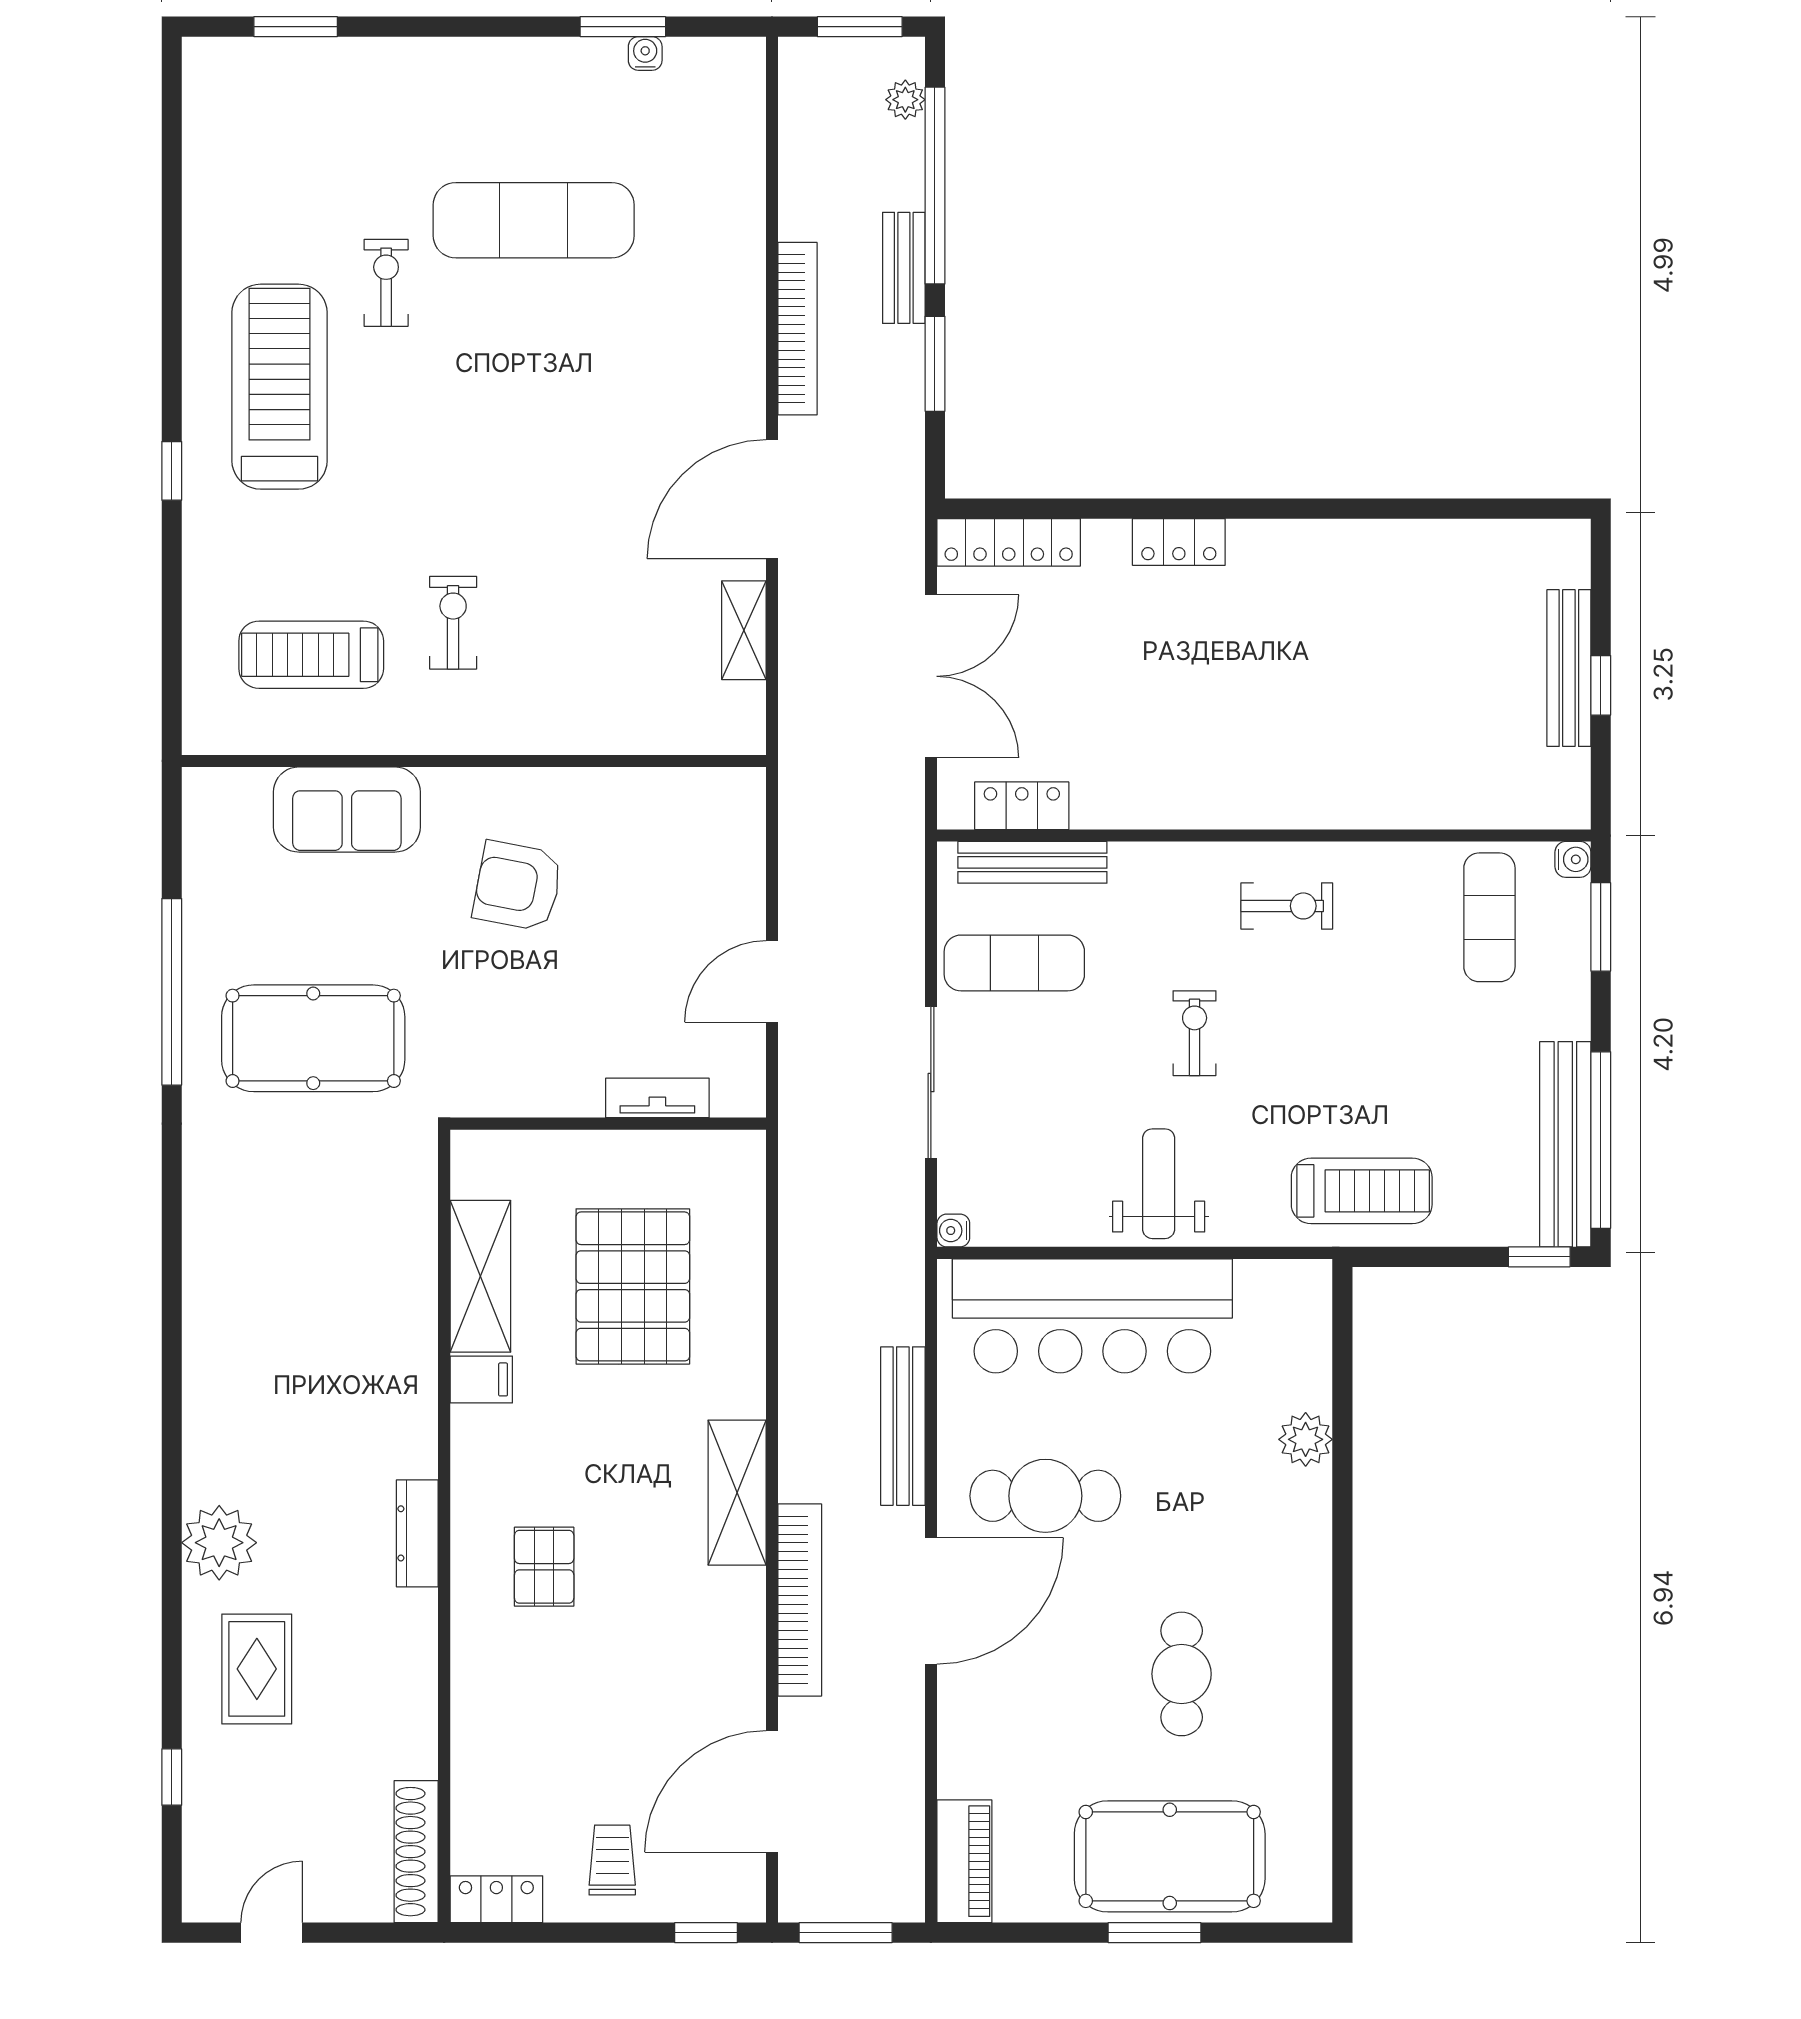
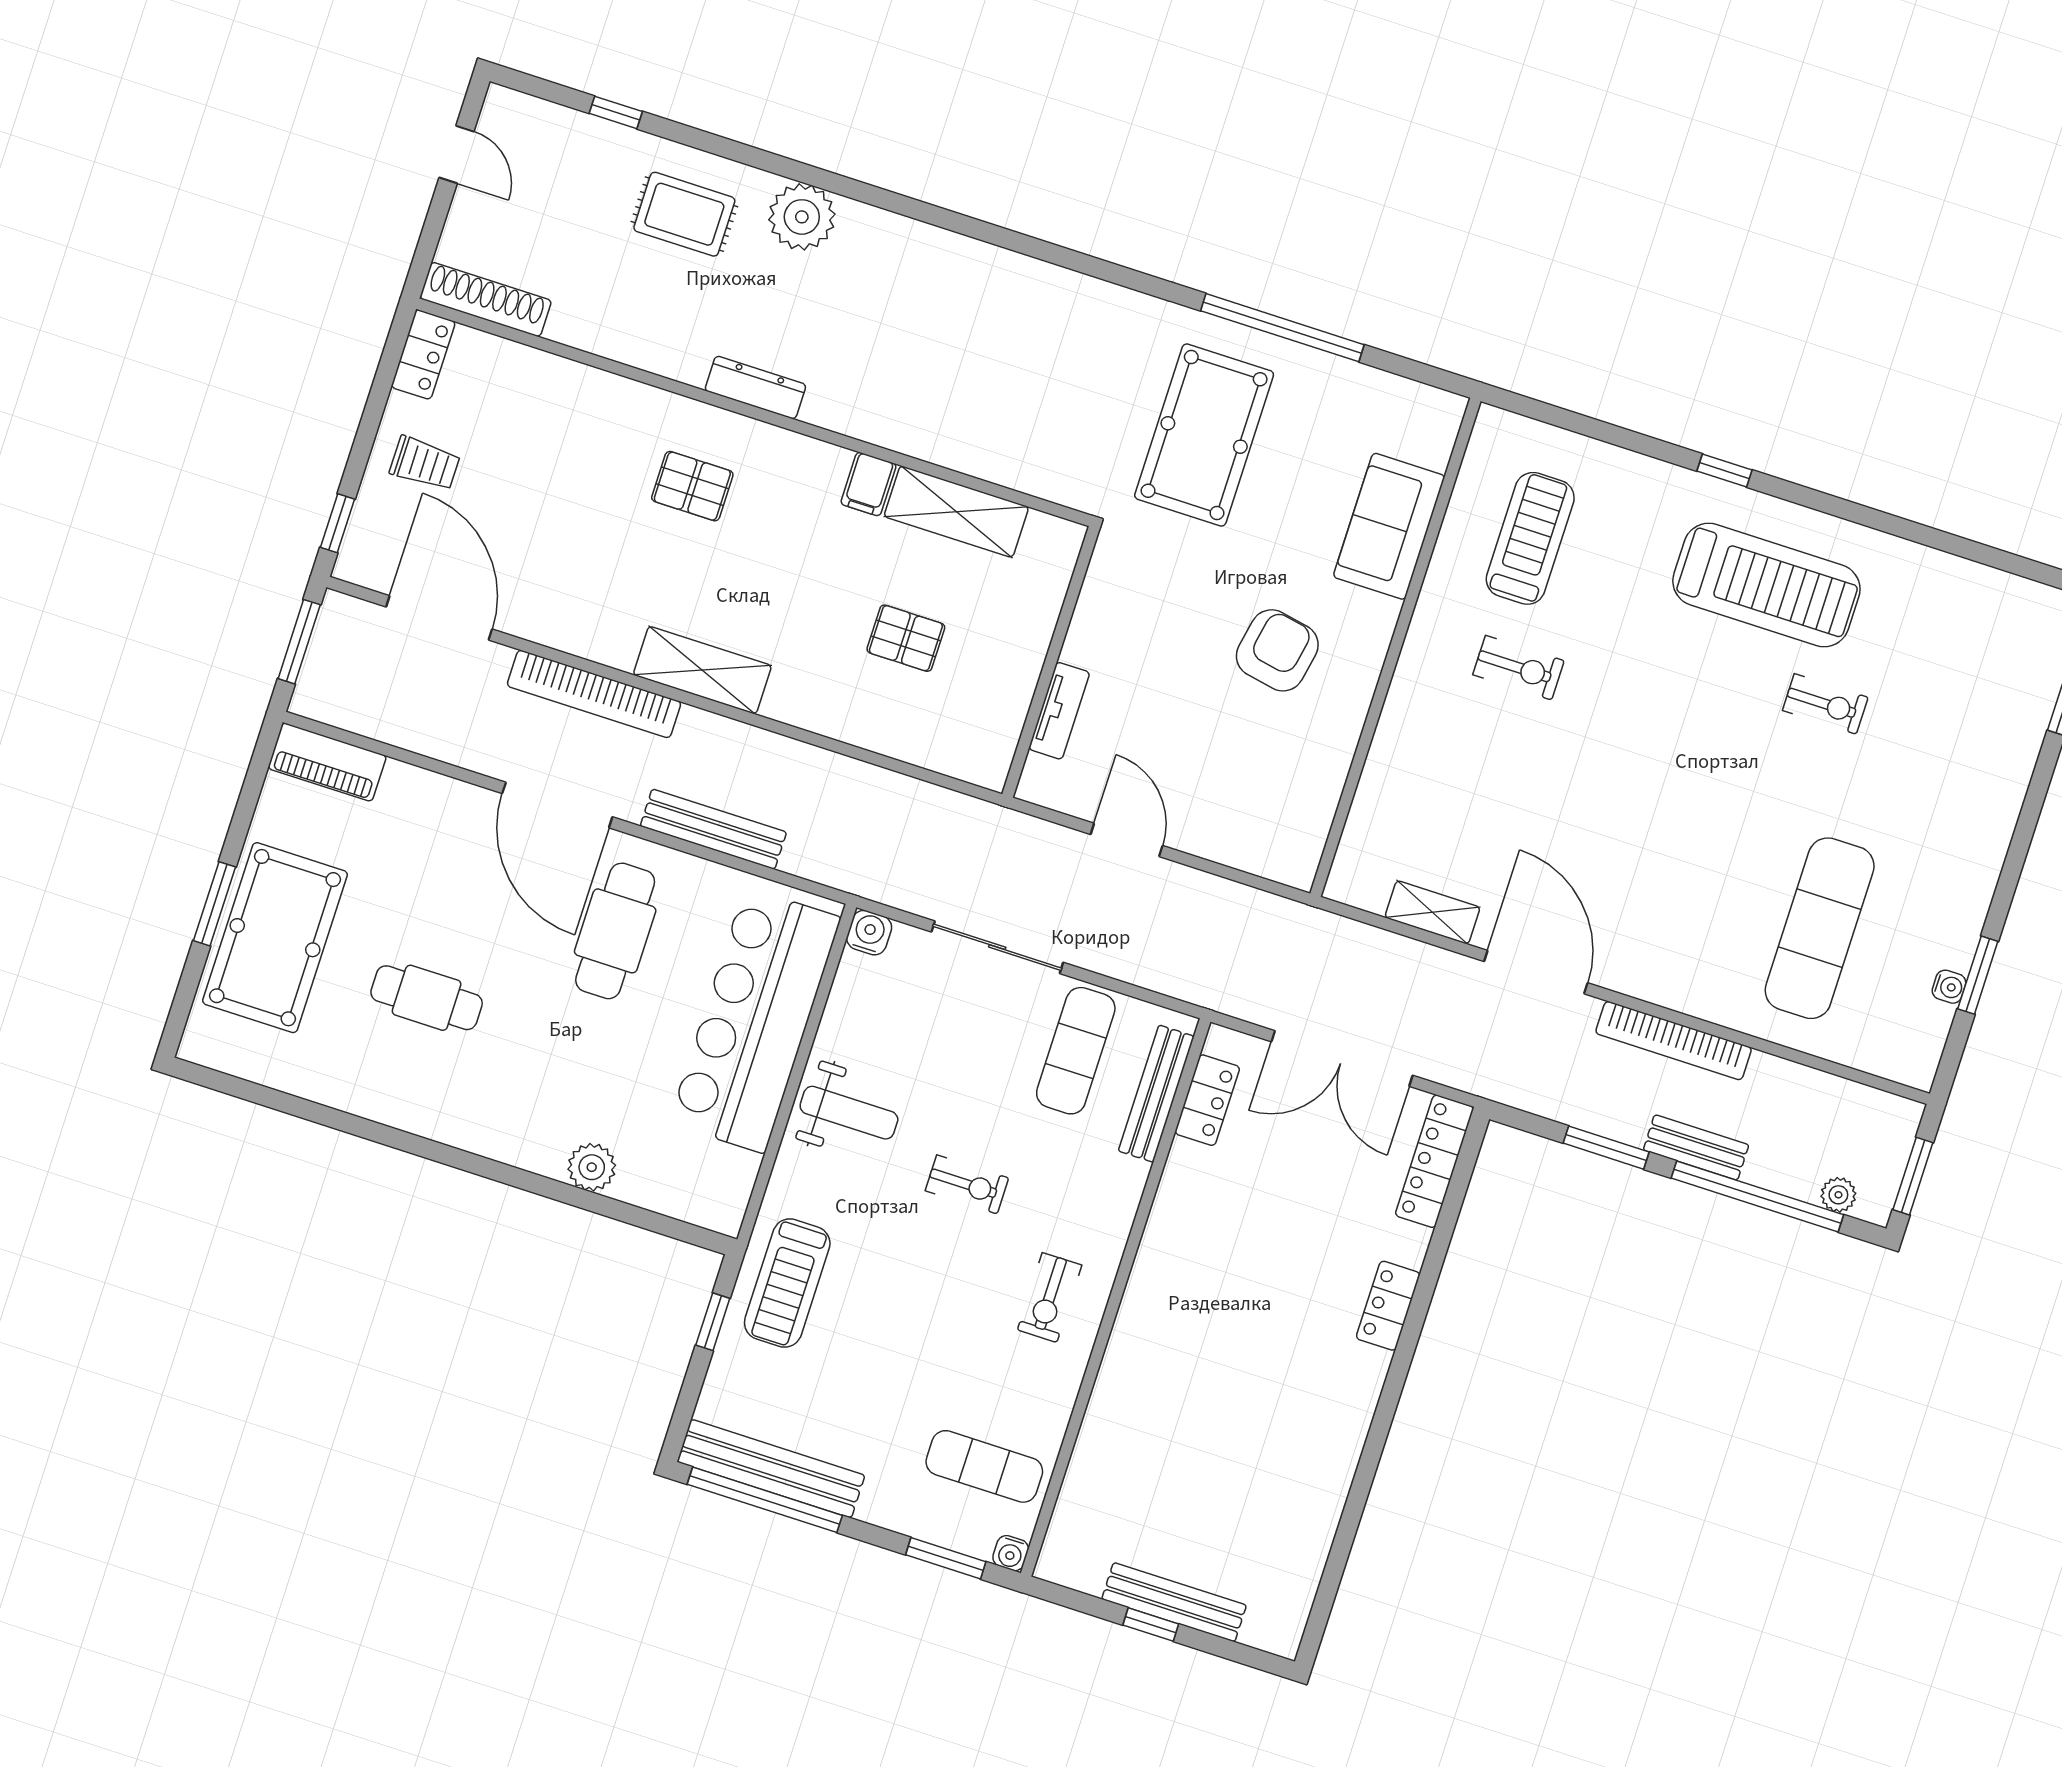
exercise mat: (534, 220) -> (1820, 928), moved
water cooler: (953, 1231) -> (869, 933), width x1.38, depth x1.38
window: (1539, 1257) -> (713, 1322), moved
pallet: (633, 1286) -> (906, 638), width x0.49, depth x0.50

